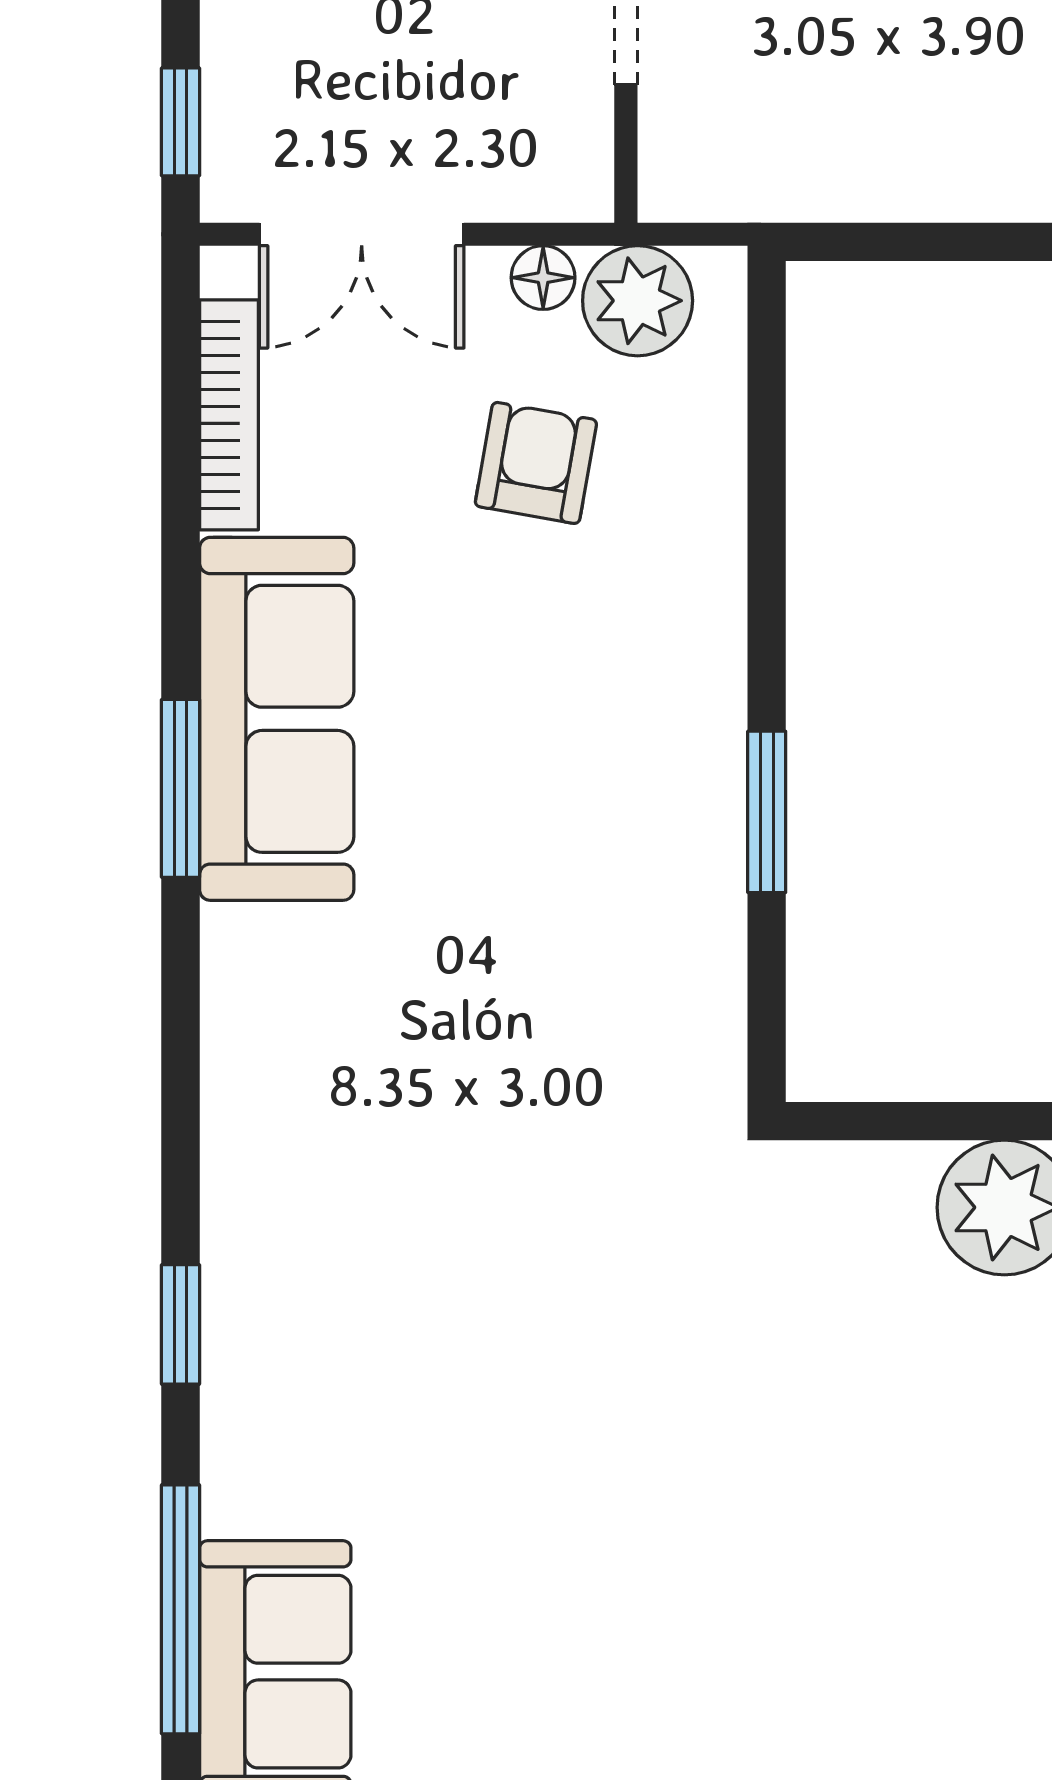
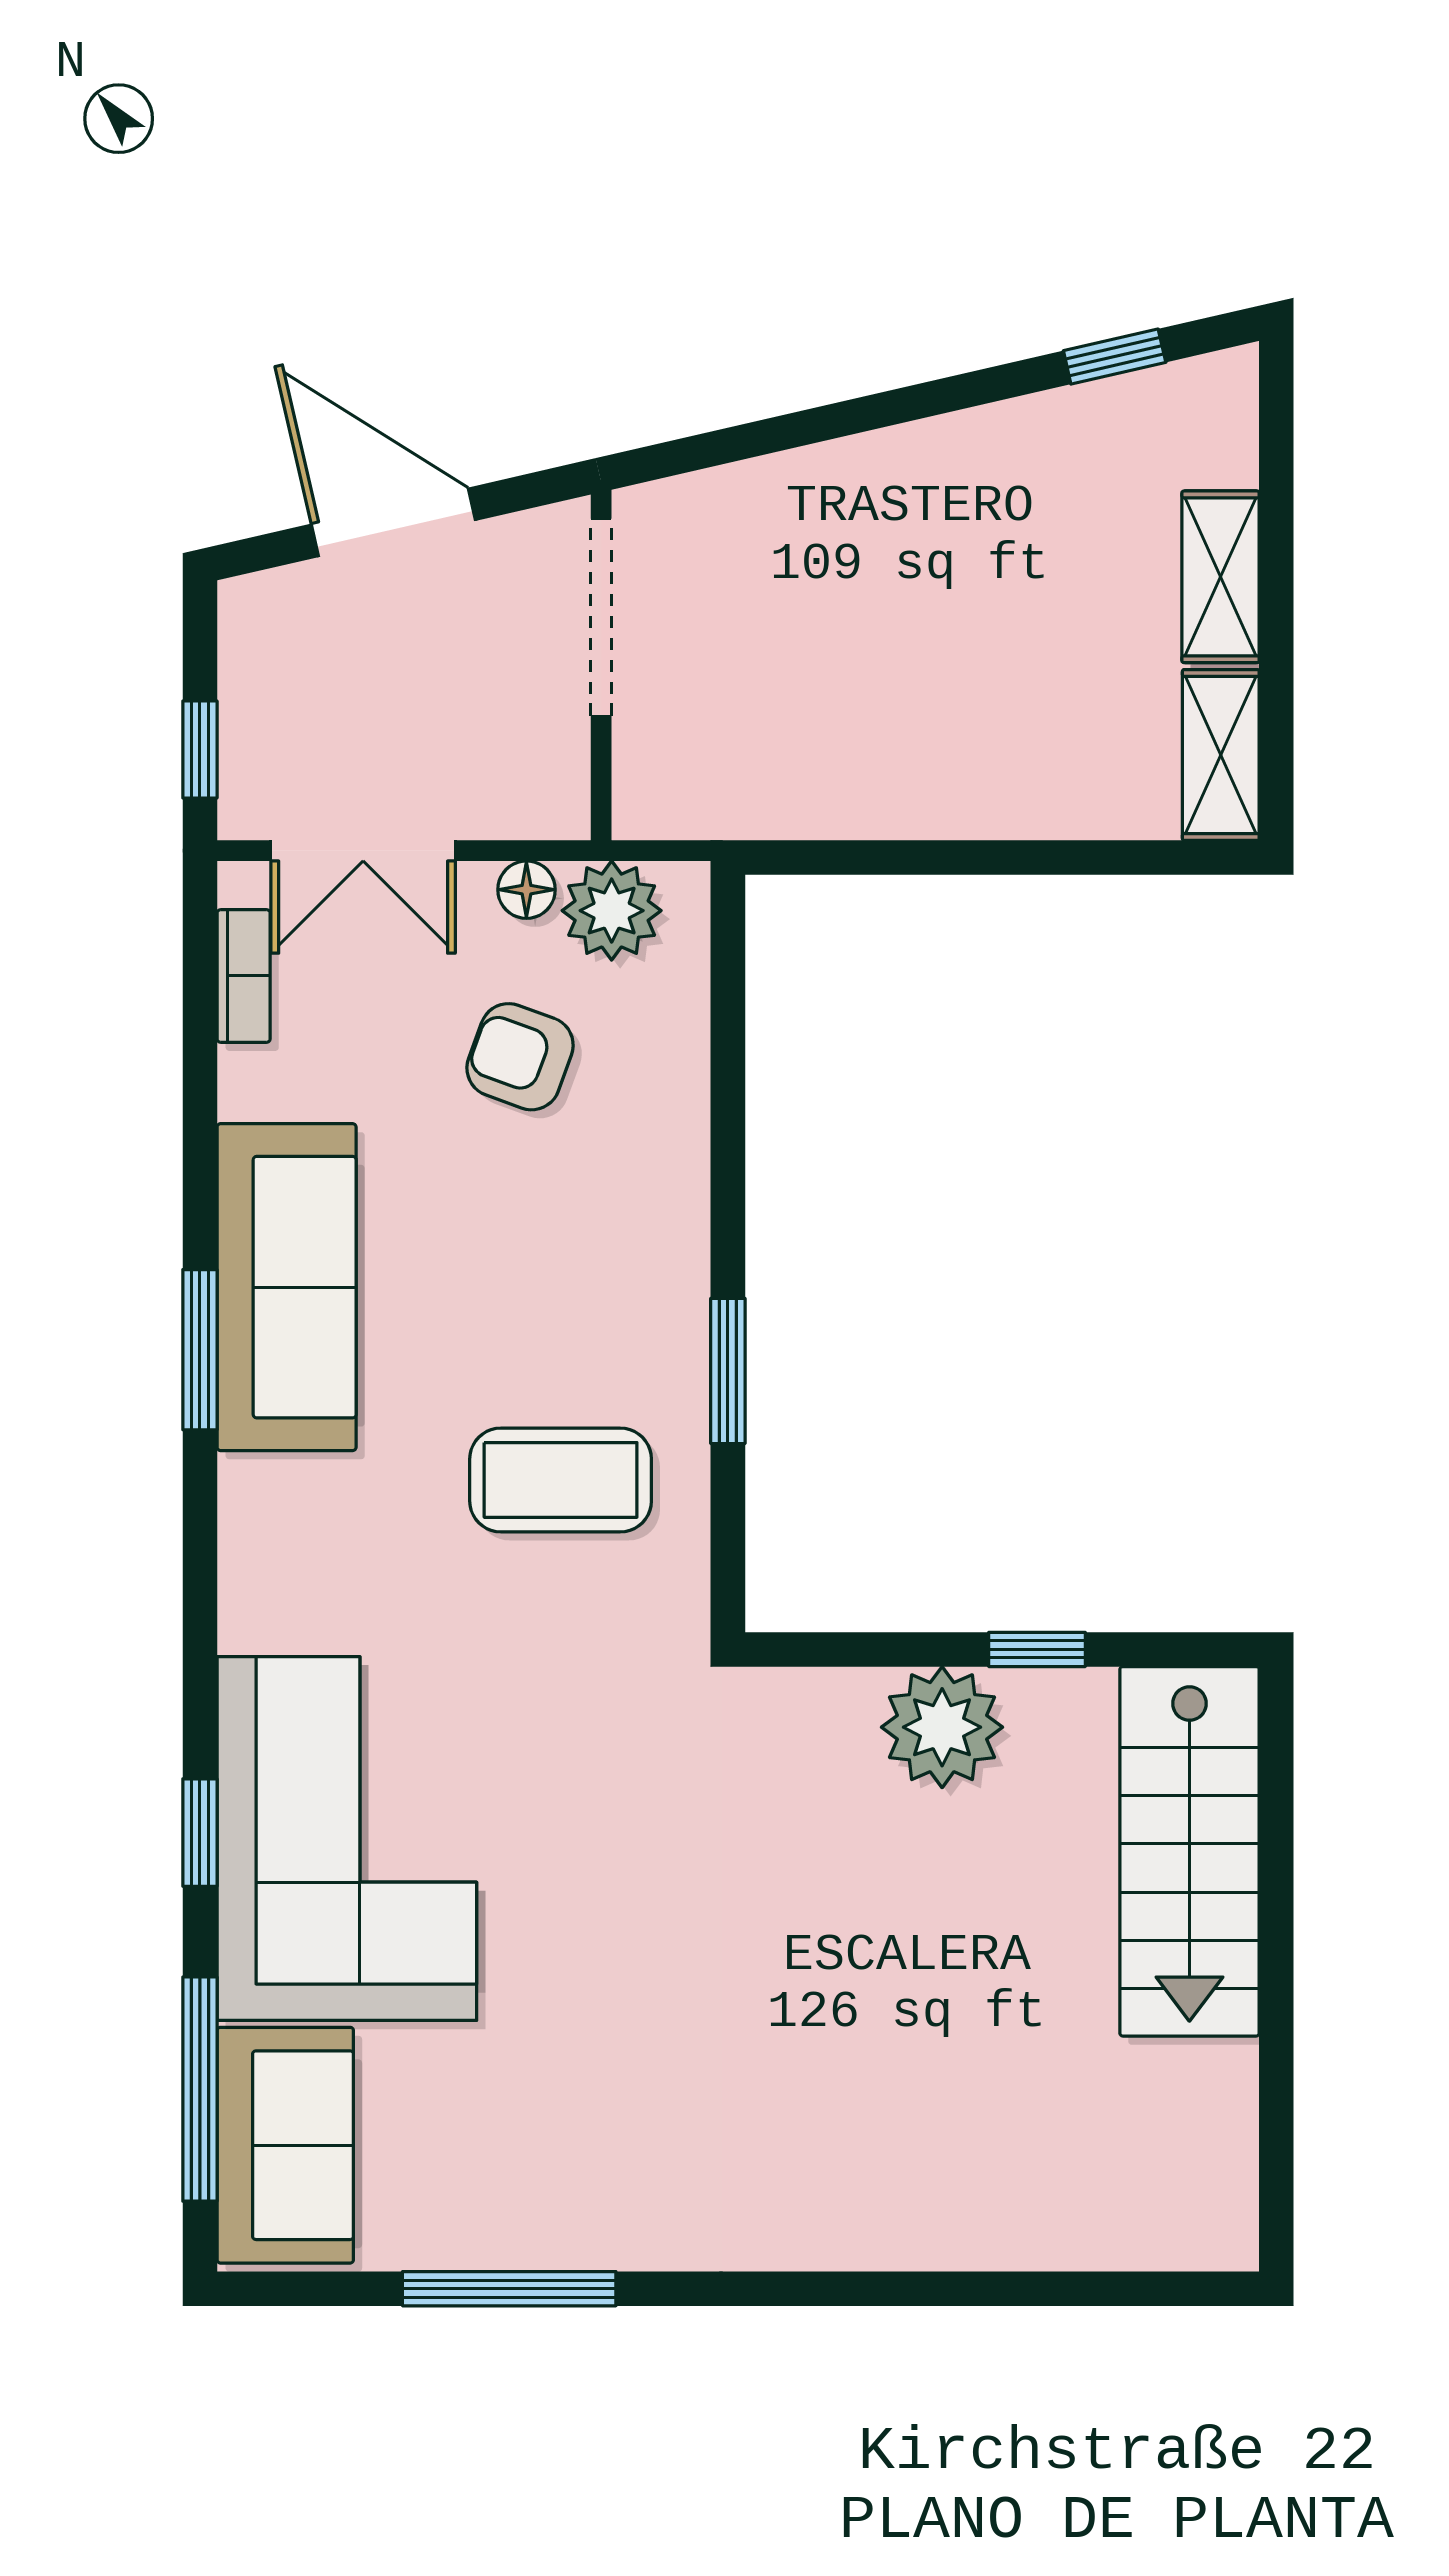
bookcase: (229, 415) -> (244, 976), width x0.64
armchair: (536, 463) -> (520, 1057), turned -80
coffee table: (581, 933) -> (561, 1480), added
corner sofa: (344, 1331) -> (347, 1839), added

